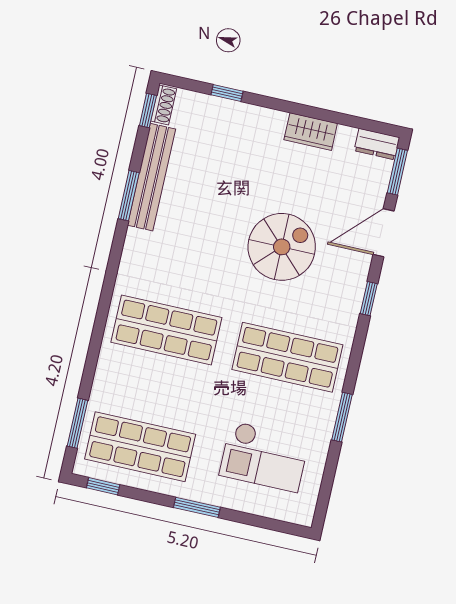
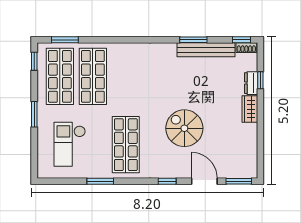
wardrobe: (311, 132) -> (250, 109), moved
dresser: (377, 144) -> (251, 83), moved
spiral stairs: (282, 247) -> (184, 128), turned 180
shop shelf: (166, 330) -> (93, 76), moved

